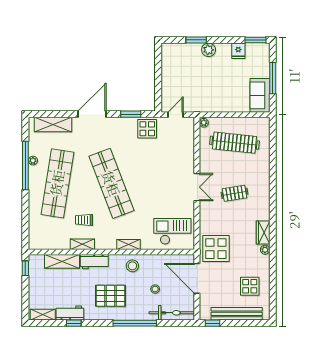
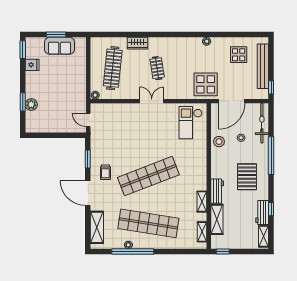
plant: (209, 50) -> (31, 105), moved
window: (273, 78) -> (56, 35), width x0.69
sofa: (260, 95) -> (60, 46), moved
display table: (147, 129) -> (101, 145), removed
trolley: (84, 220) -> (105, 172), moved
wardrobe: (263, 232) -> (138, 43), moved
shelving: (129, 244) -> (202, 232), moved
stool: (132, 266) -> (219, 142), moved

